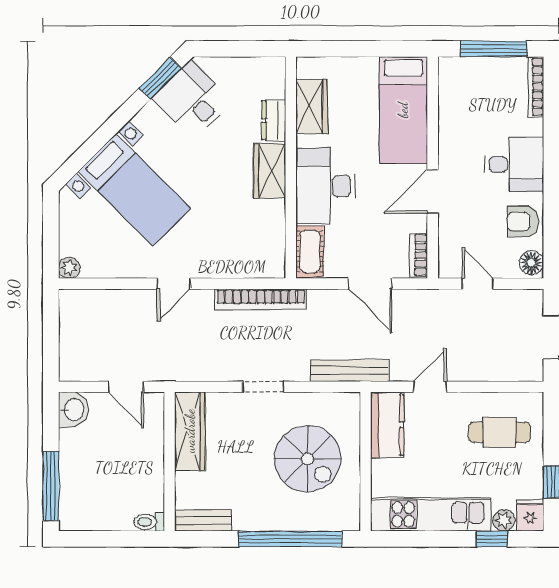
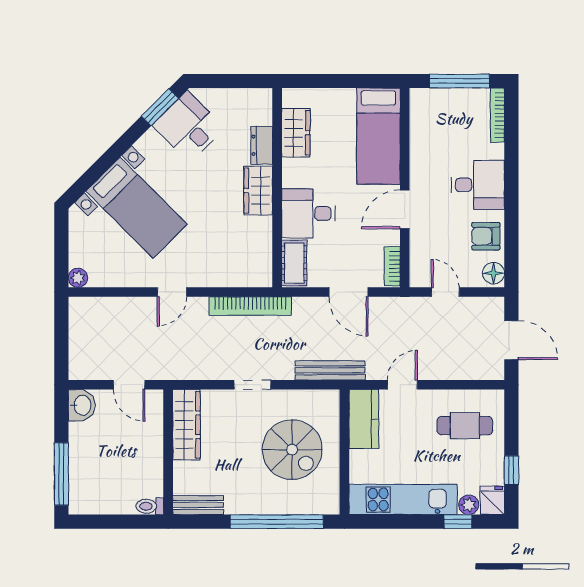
desk: (326, 186) -> (308, 213), width x0.73

